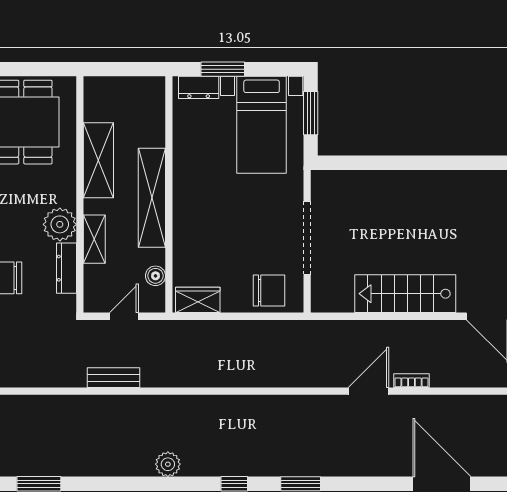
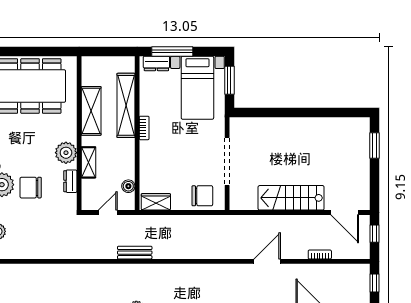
window: (223, 69) -> (172, 51), width x1.44
bookcase: (180, 186) -> (144, 128), added
shelving: (152, 198) -> (126, 105), moved
dresser: (66, 268) -> (70, 181), width x0.70
bench: (113, 378) -> (135, 253), moved
bookcase: (411, 381) -> (320, 255), moved

